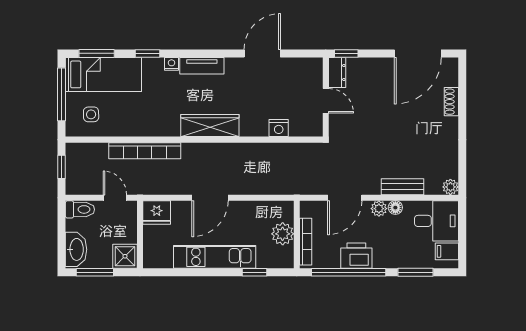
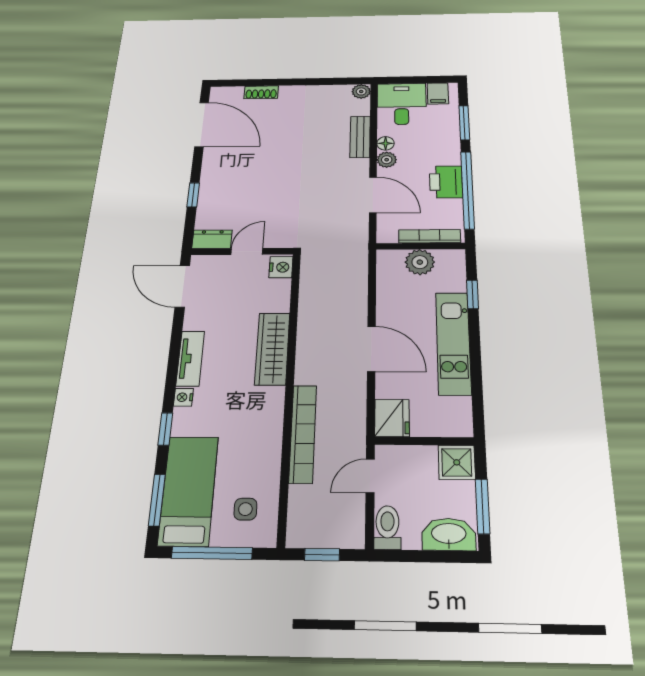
dresser: (337, 73) -> (212, 239), moved
wall: (326, 97) -> (242, 252), moved
door: (326, 101) -> (247, 251), moved

